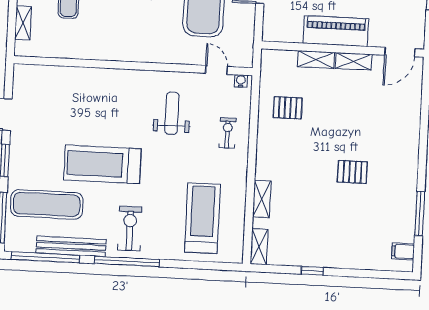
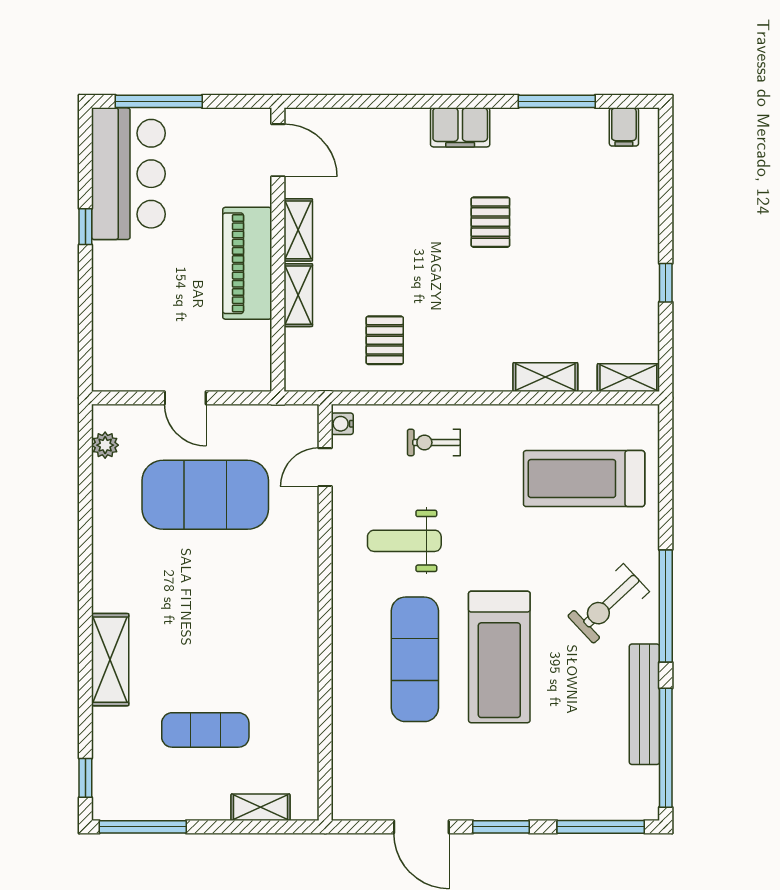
filing cabinet: (408, 157) -> (460, 127), added
exercise mat: (47, 204) -> (415, 659), moved
exercise bike: (130, 229) -> (608, 604), turned -43

